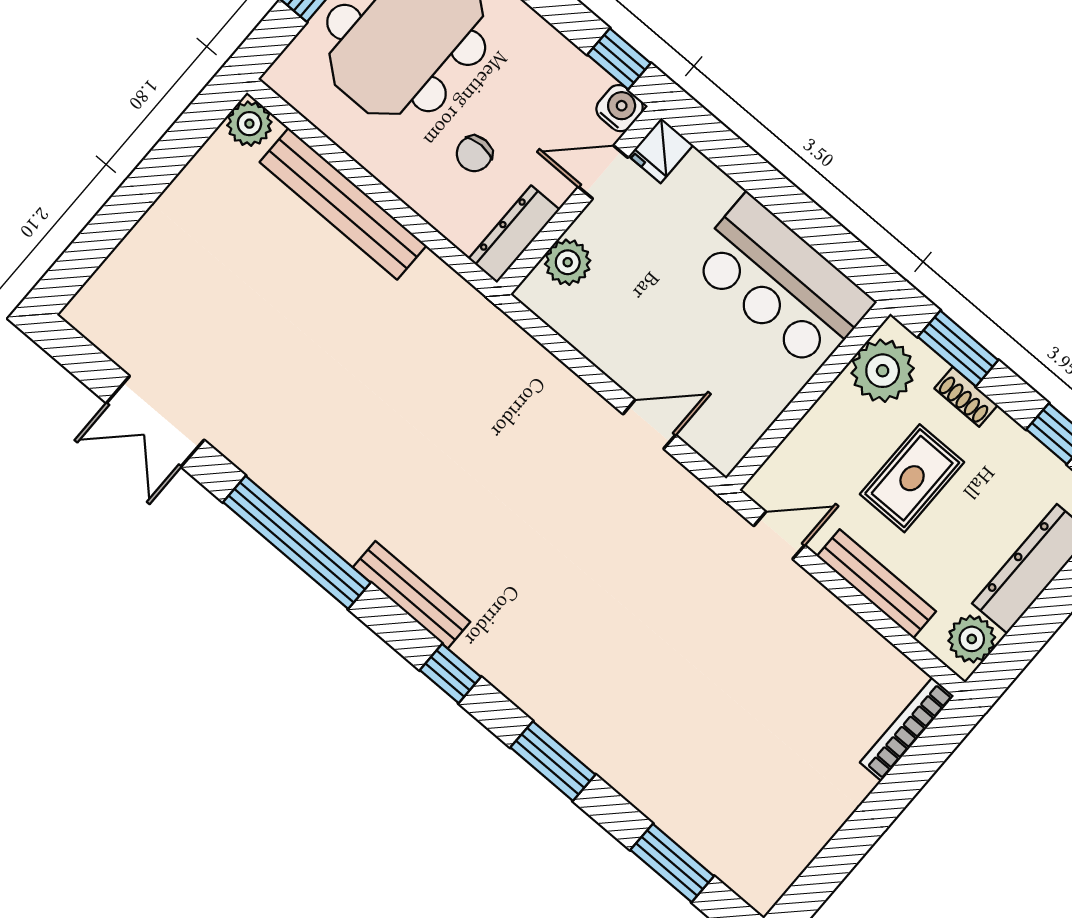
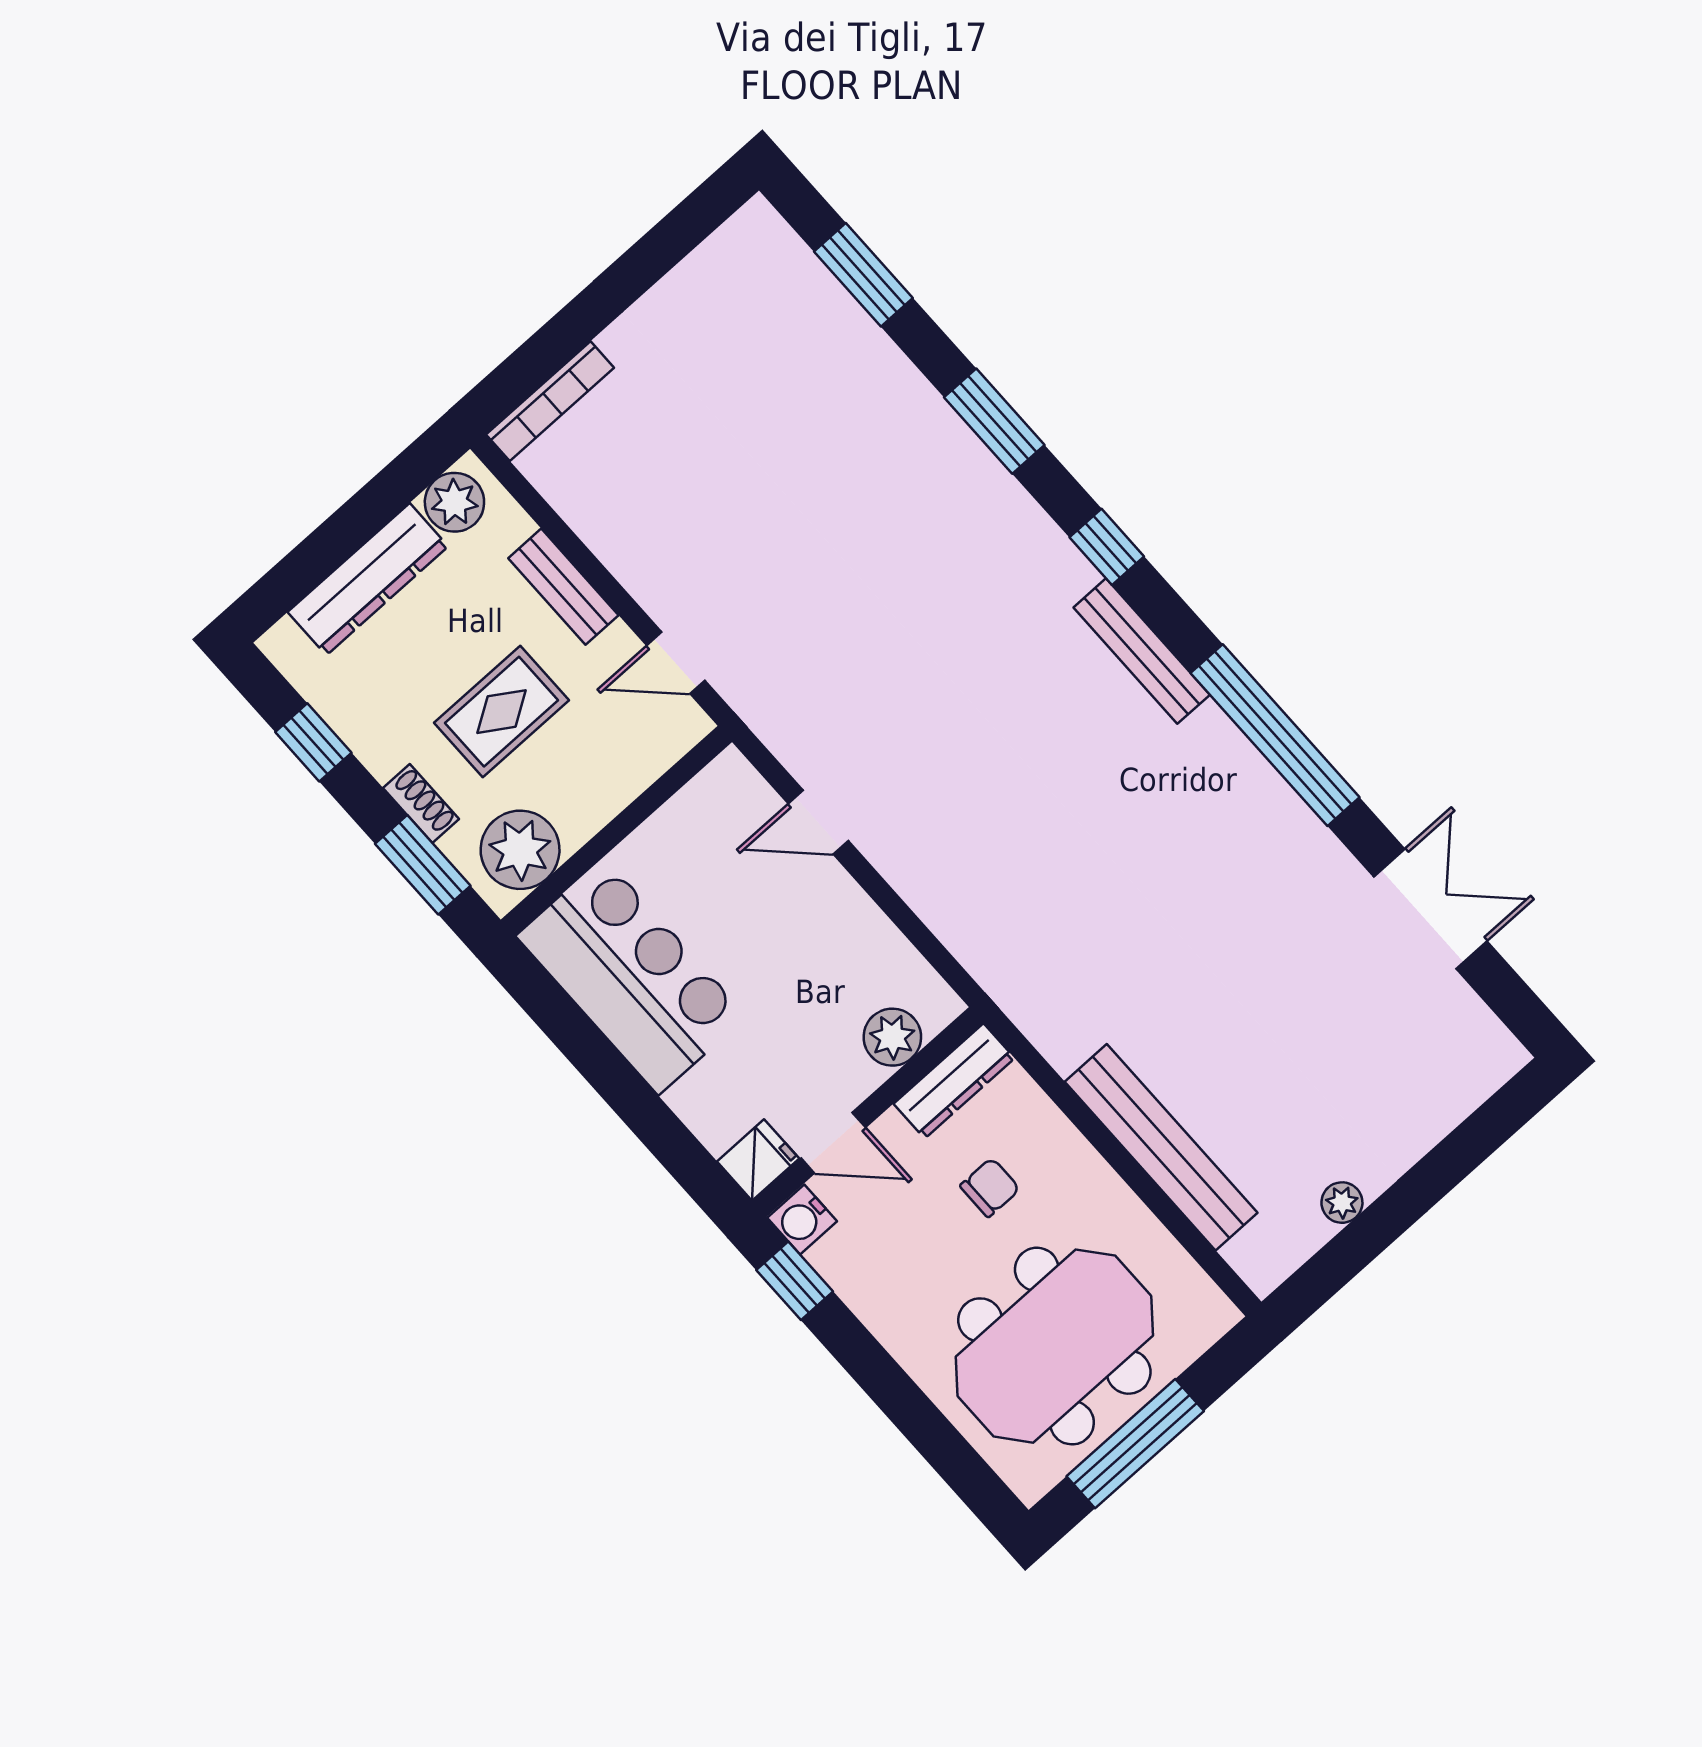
plant: (249, 124) -> (1342, 1203), moved, width x0.73, depth x0.73
bench: (876, 584) -> (563, 587), width x0.73

